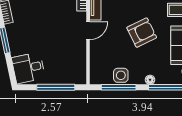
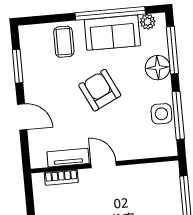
floor lamp: (150, 80) -> (158, 68), width x1.89, depth x1.89

